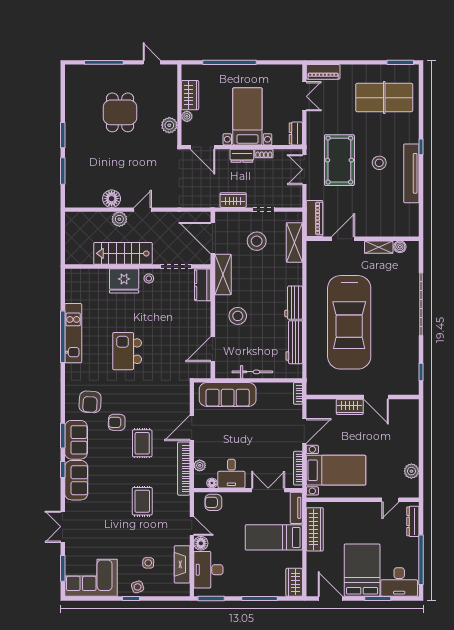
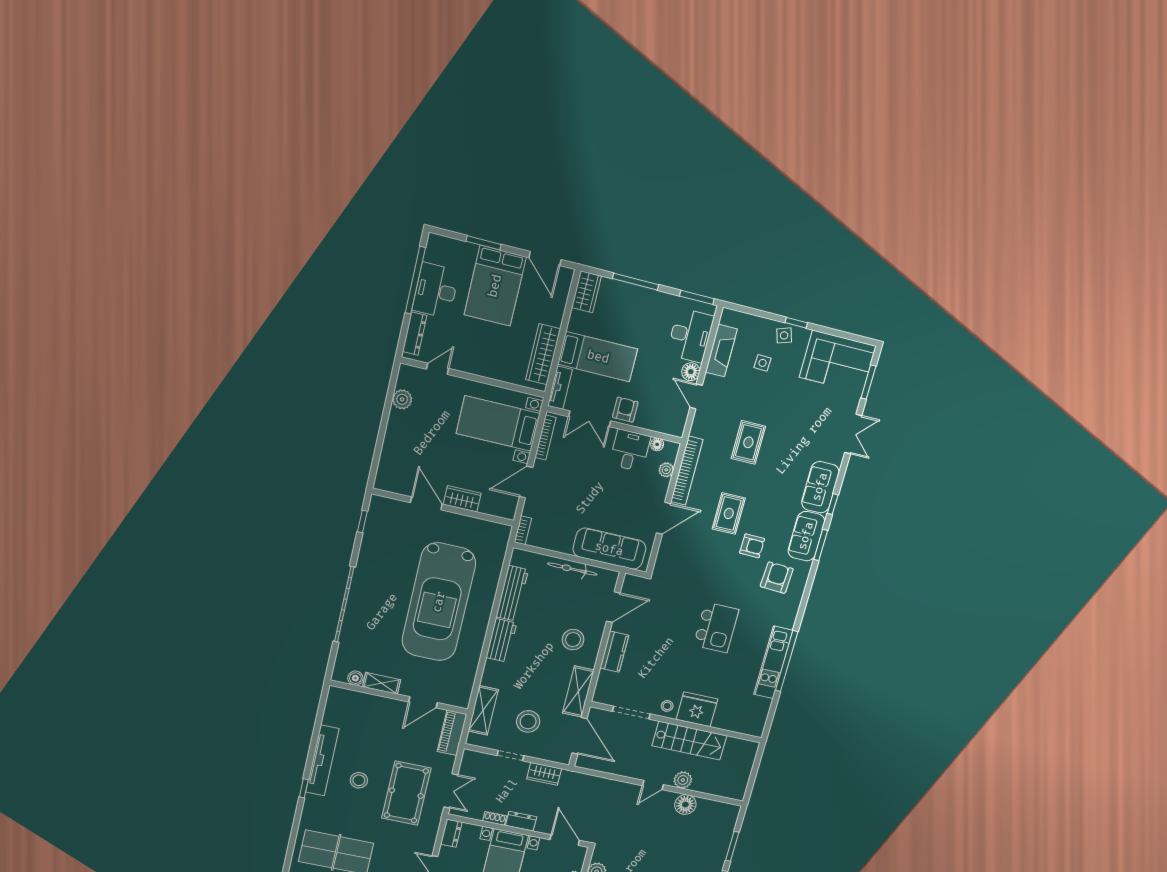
kitchen counter: (203, 285) -> (614, 652), moved
car: (349, 322) -> (439, 602), turned 180
armchair: (213, 502) -> (625, 410), moved, turned -90
desk: (399, 582) -> (436, 291), moved, turned -90

